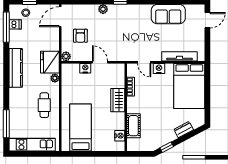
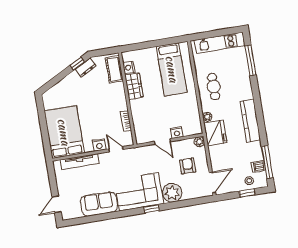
plant: (103, 9) -> (172, 193), width x1.87, depth x1.87
corner sofa: (130, 19) -> (139, 192), added
wardrobe: (118, 100) -> (134, 86), moved
cot: (133, 126) -> (114, 69), moved
dresser: (184, 130) -> (86, 67), moved

